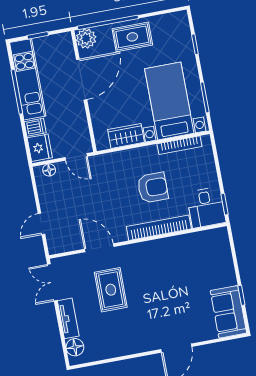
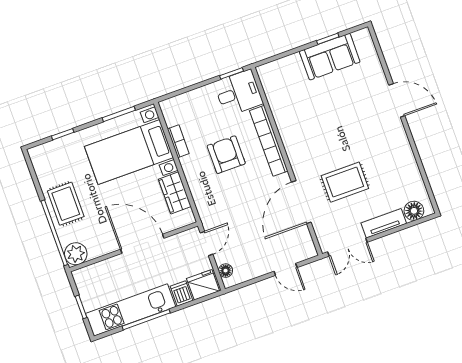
door: (82, 80) -> (142, 244), moved
bookcase: (179, 145) -> (178, 141), width x0.64
door: (99, 248) -> (301, 202), width x1.36
sofa: (228, 312) -> (330, 57), moved

